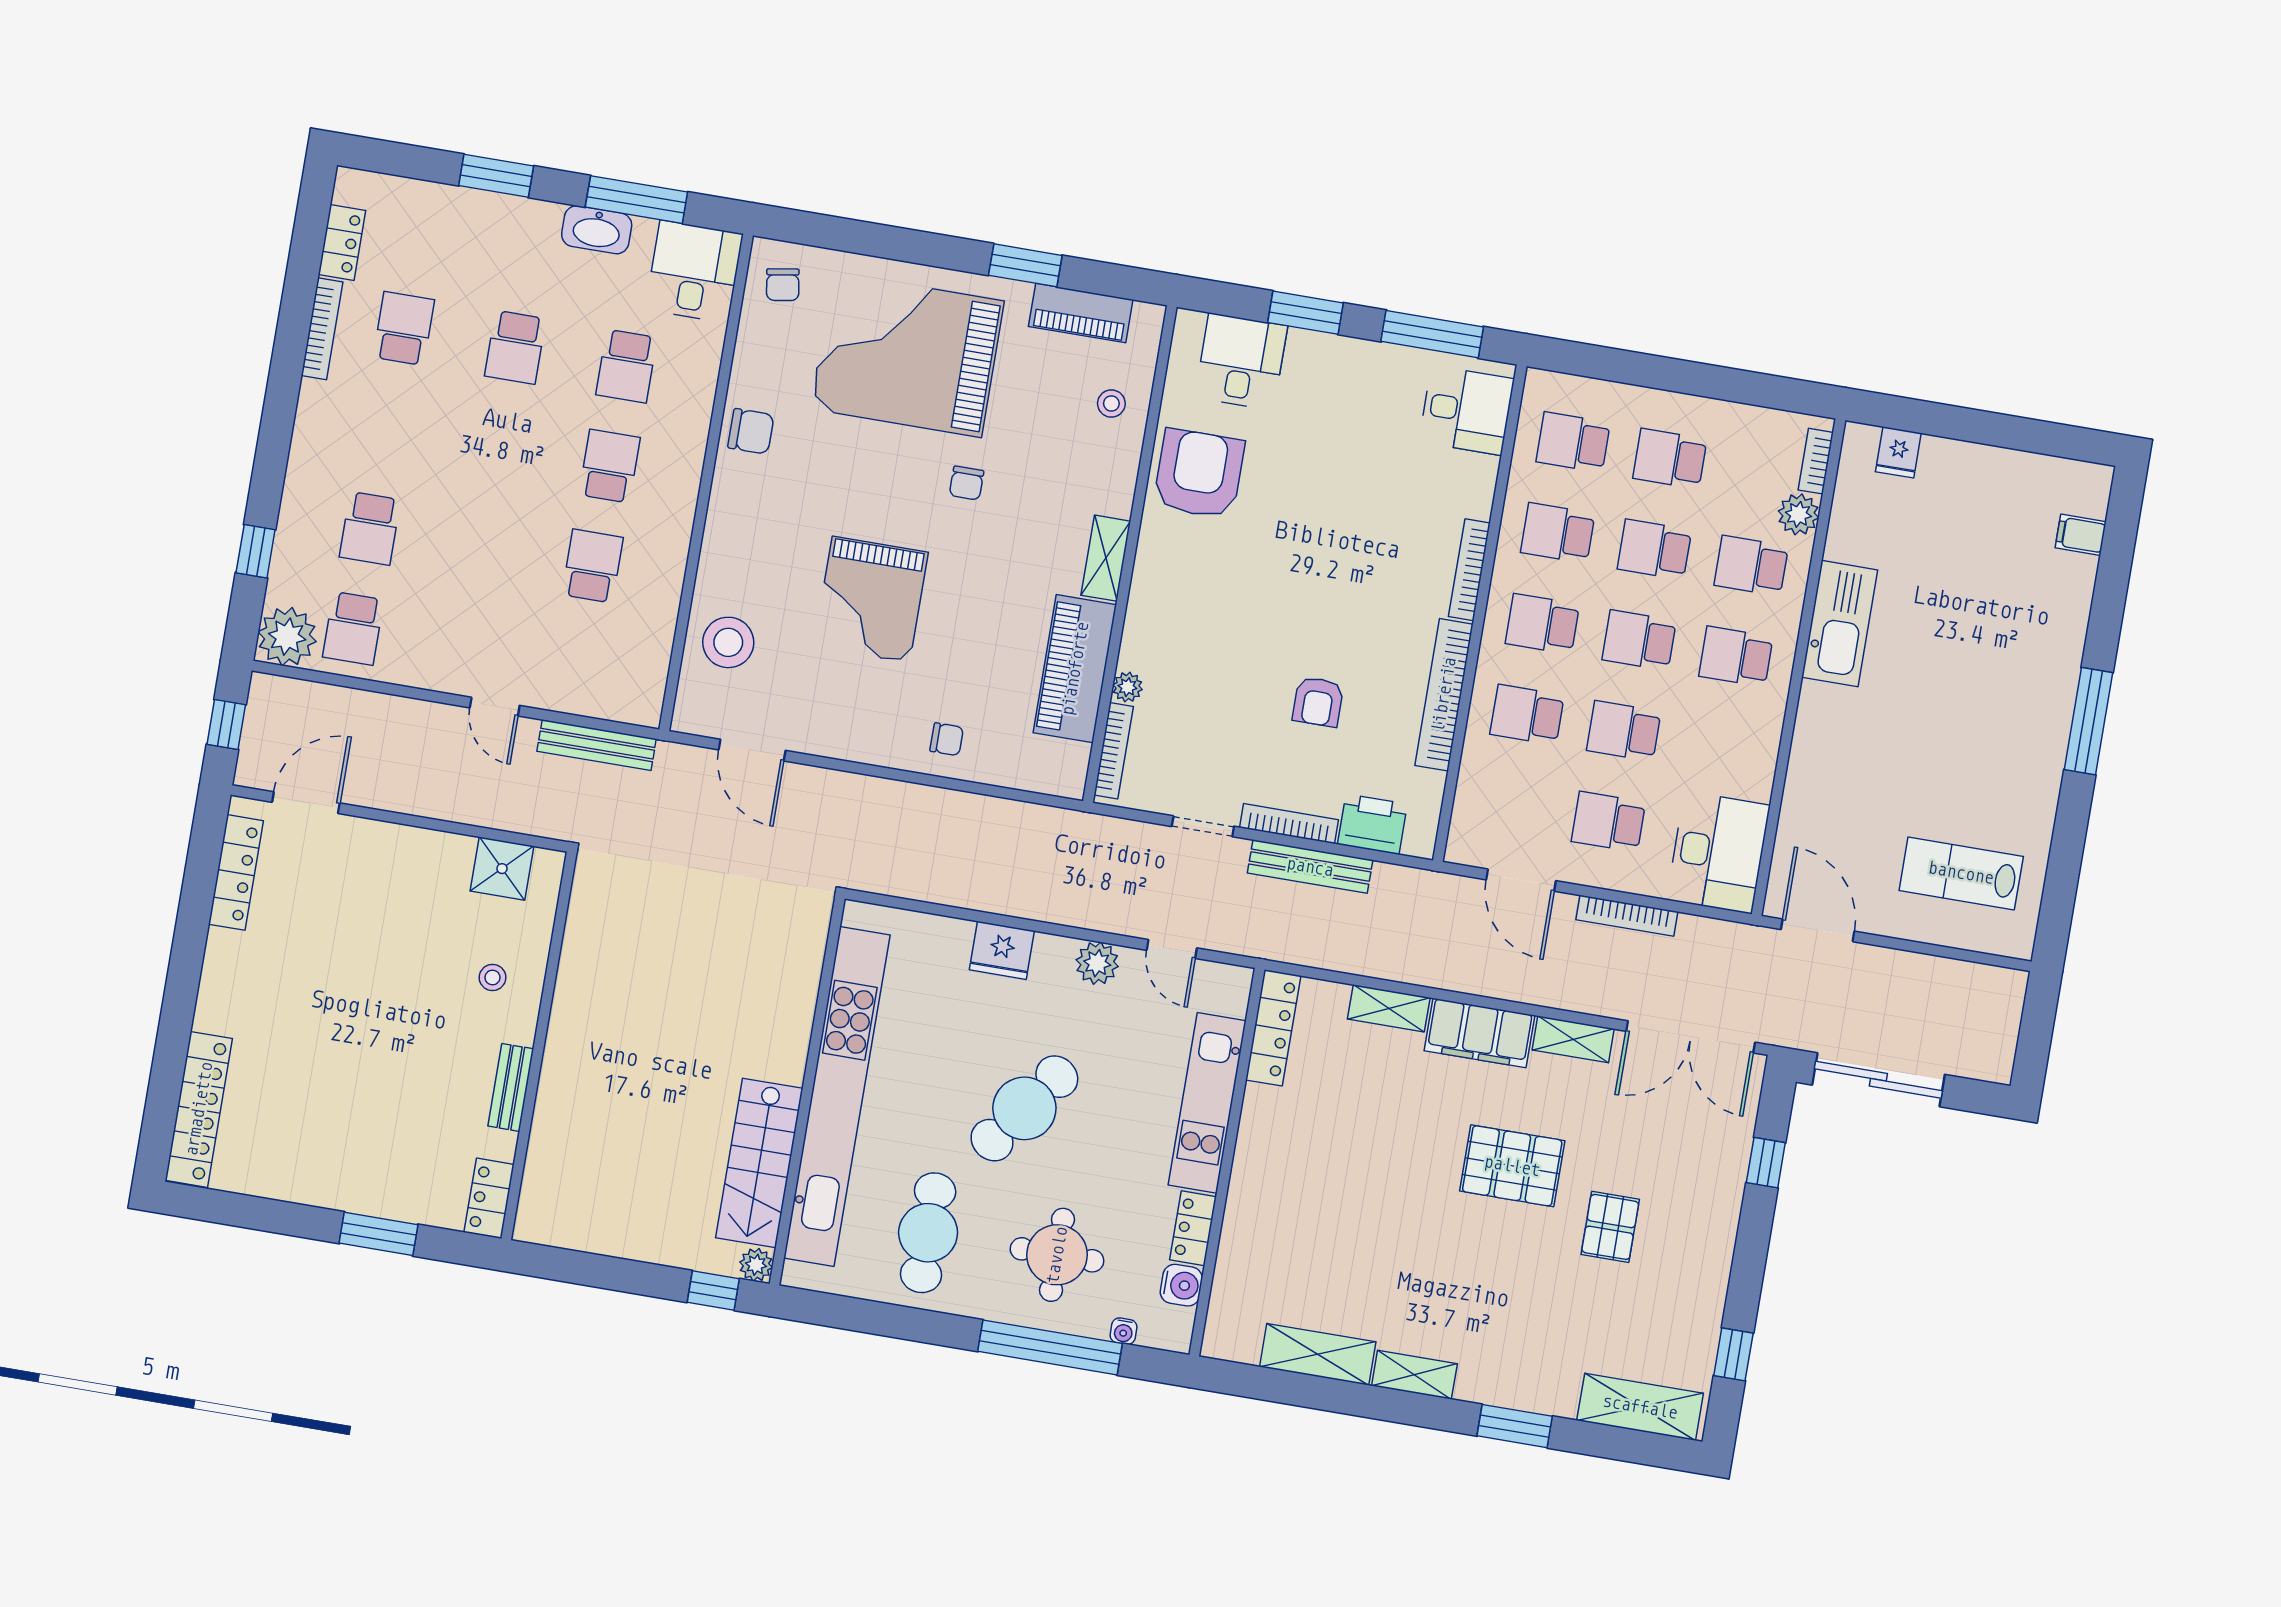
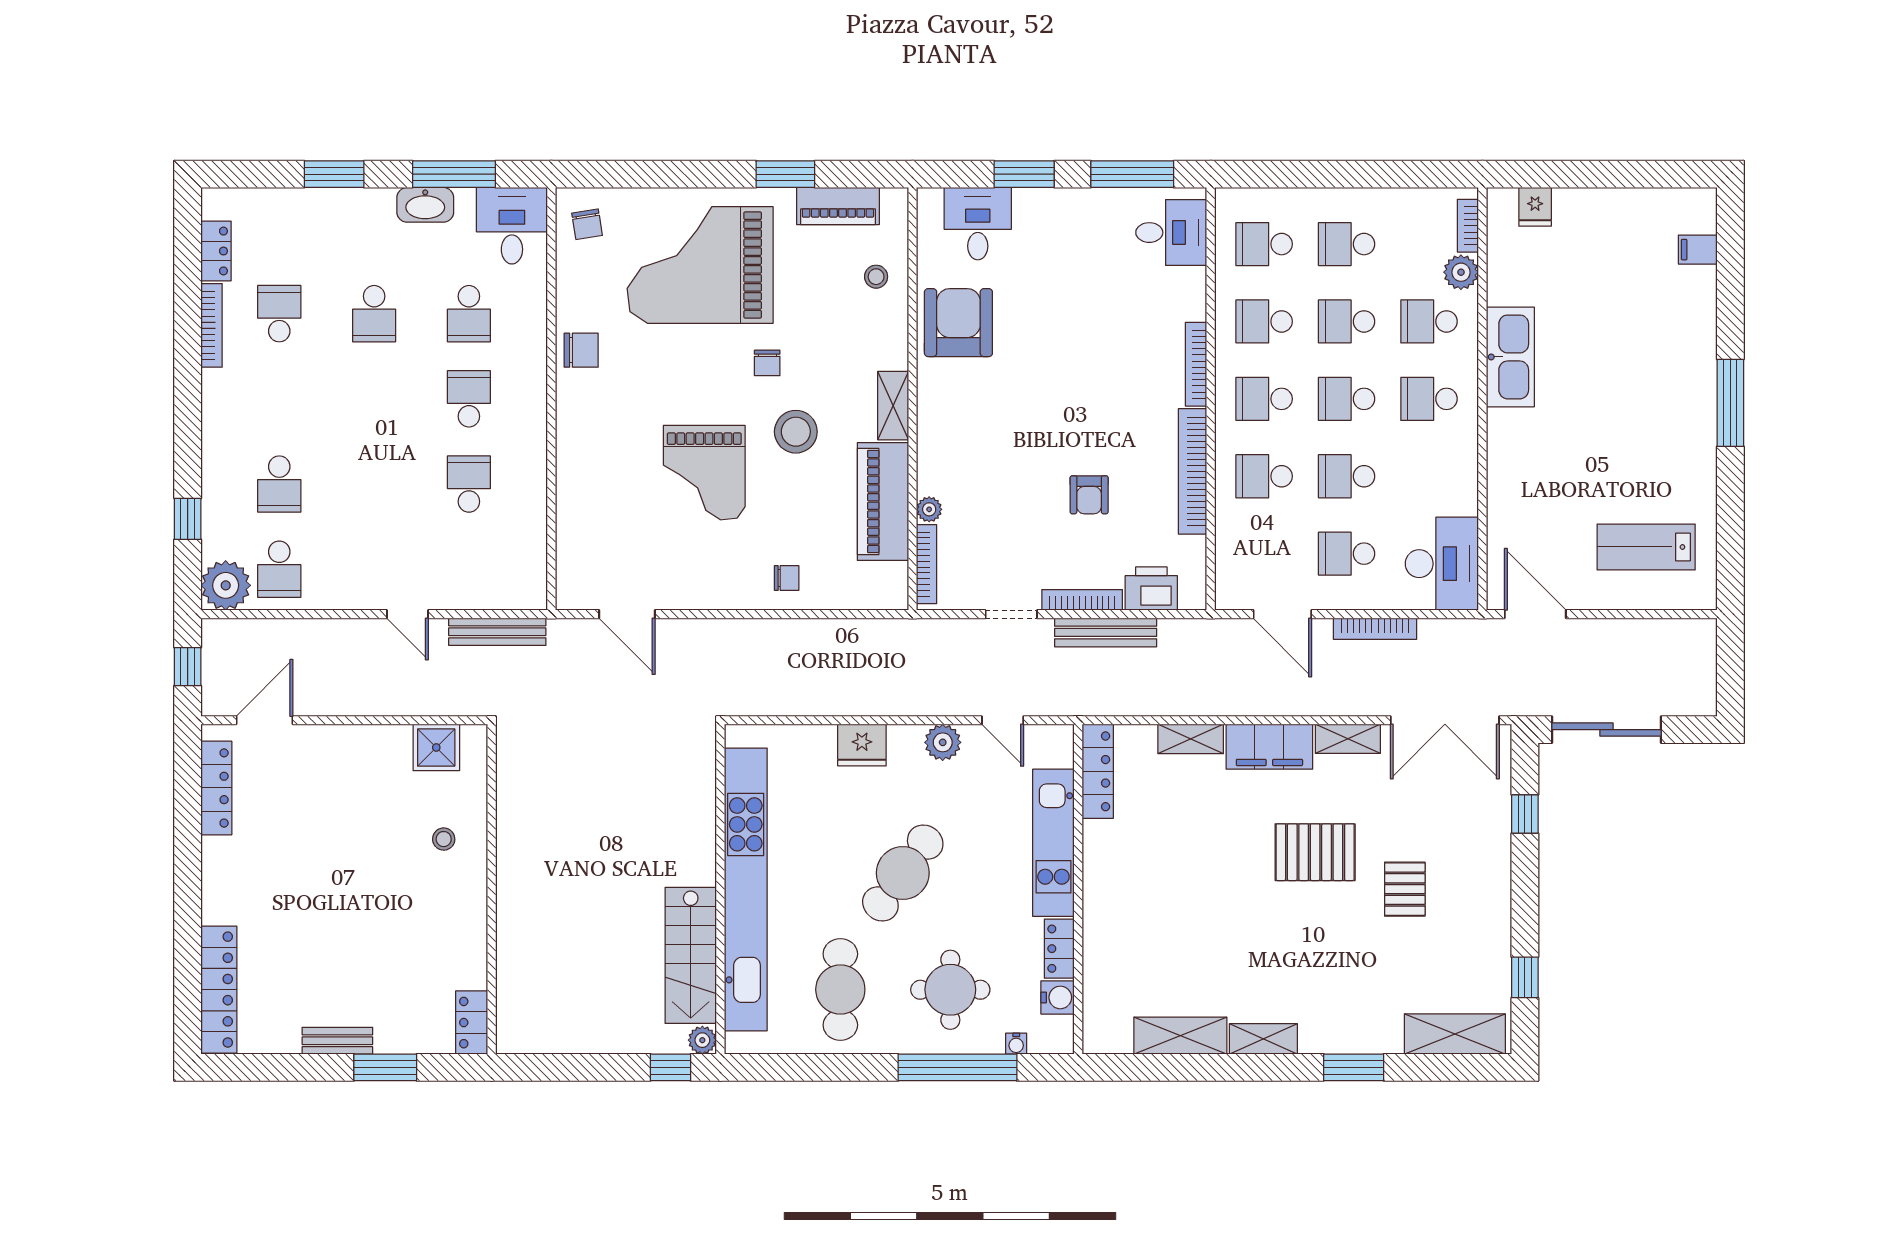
stool: (728, 642) -> (796, 432), moved
bench: (511, 1087) -> (337, 1041), moved, turned 90

